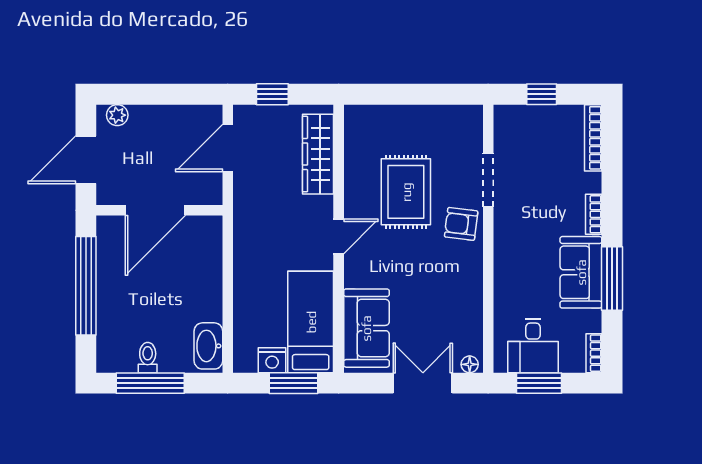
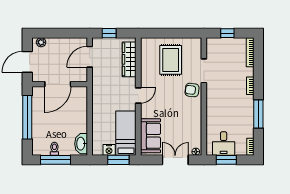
rug: (406, 192) -> (171, 60), moved
sofa: (581, 272) -> (245, 111), removed

